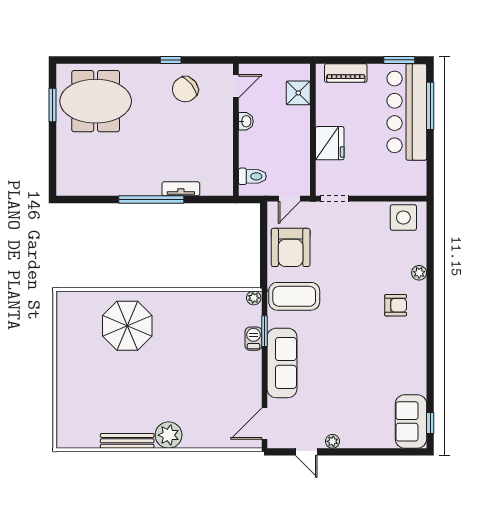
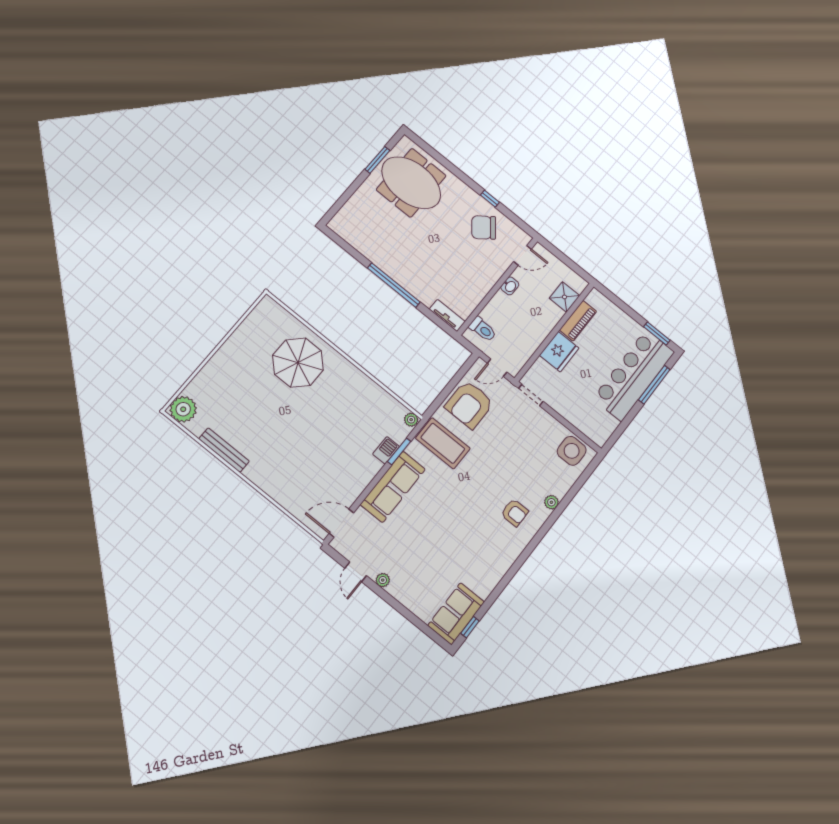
piano: (346, 73) -> (578, 321), moved, turned -90
tv unit: (181, 189) -> (447, 315), moved
plant: (169, 435) -> (183, 409), moved

